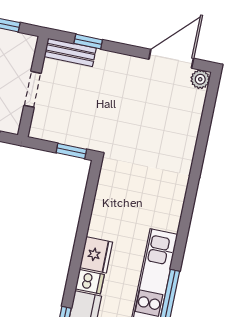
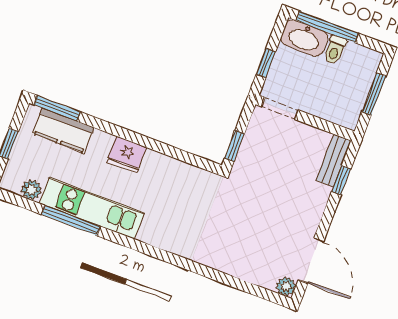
doorway: (33, 89) -> (280, 108), moved
dishwasher: (90, 282) -> (101, 144), removed

